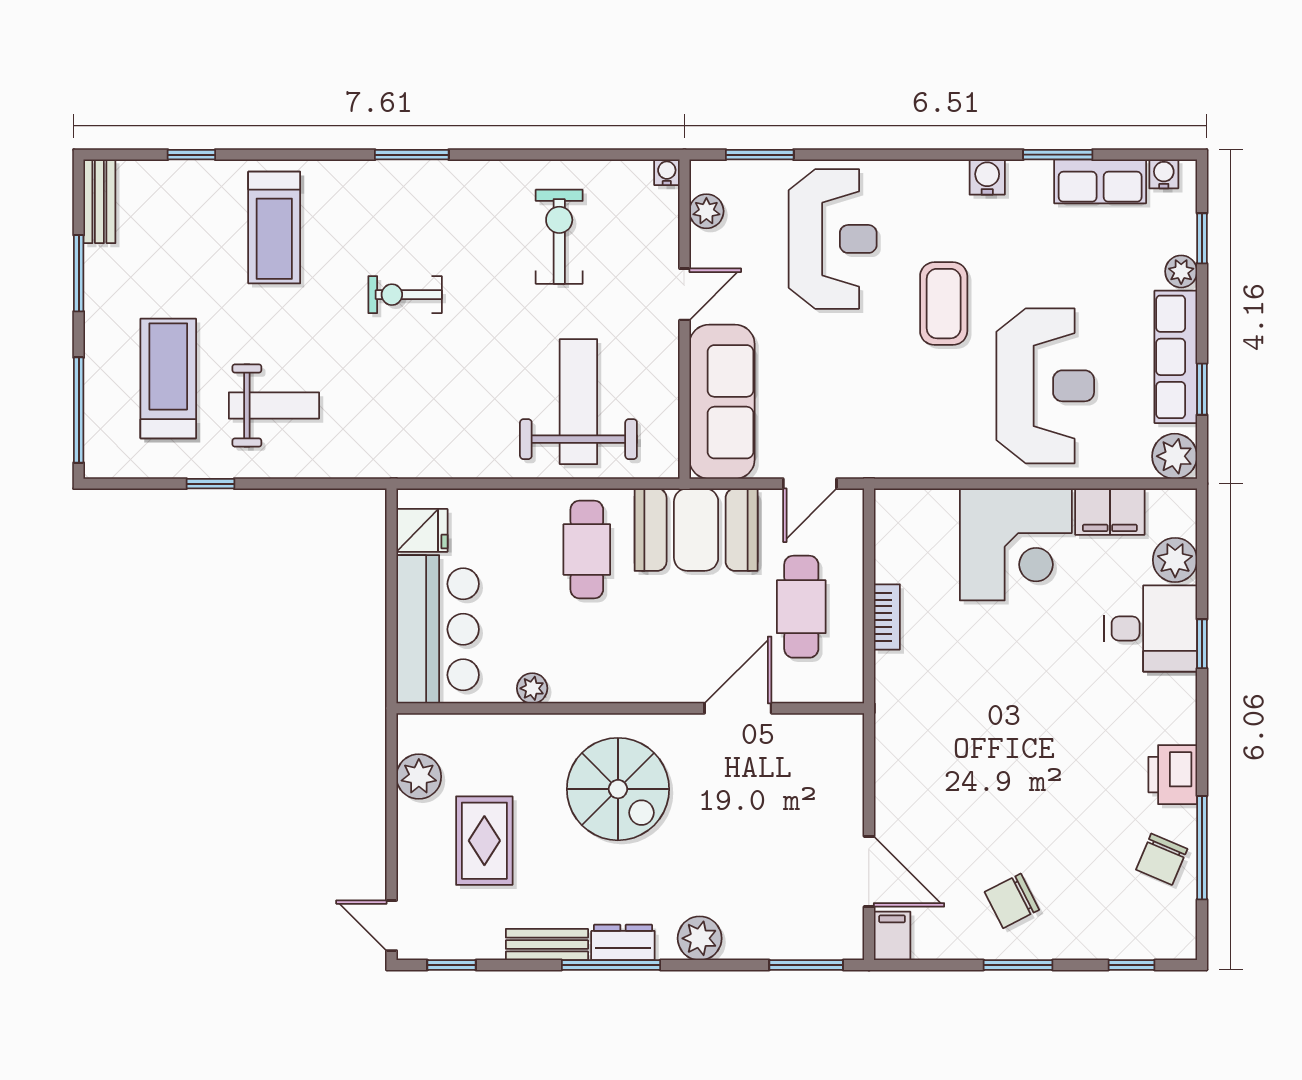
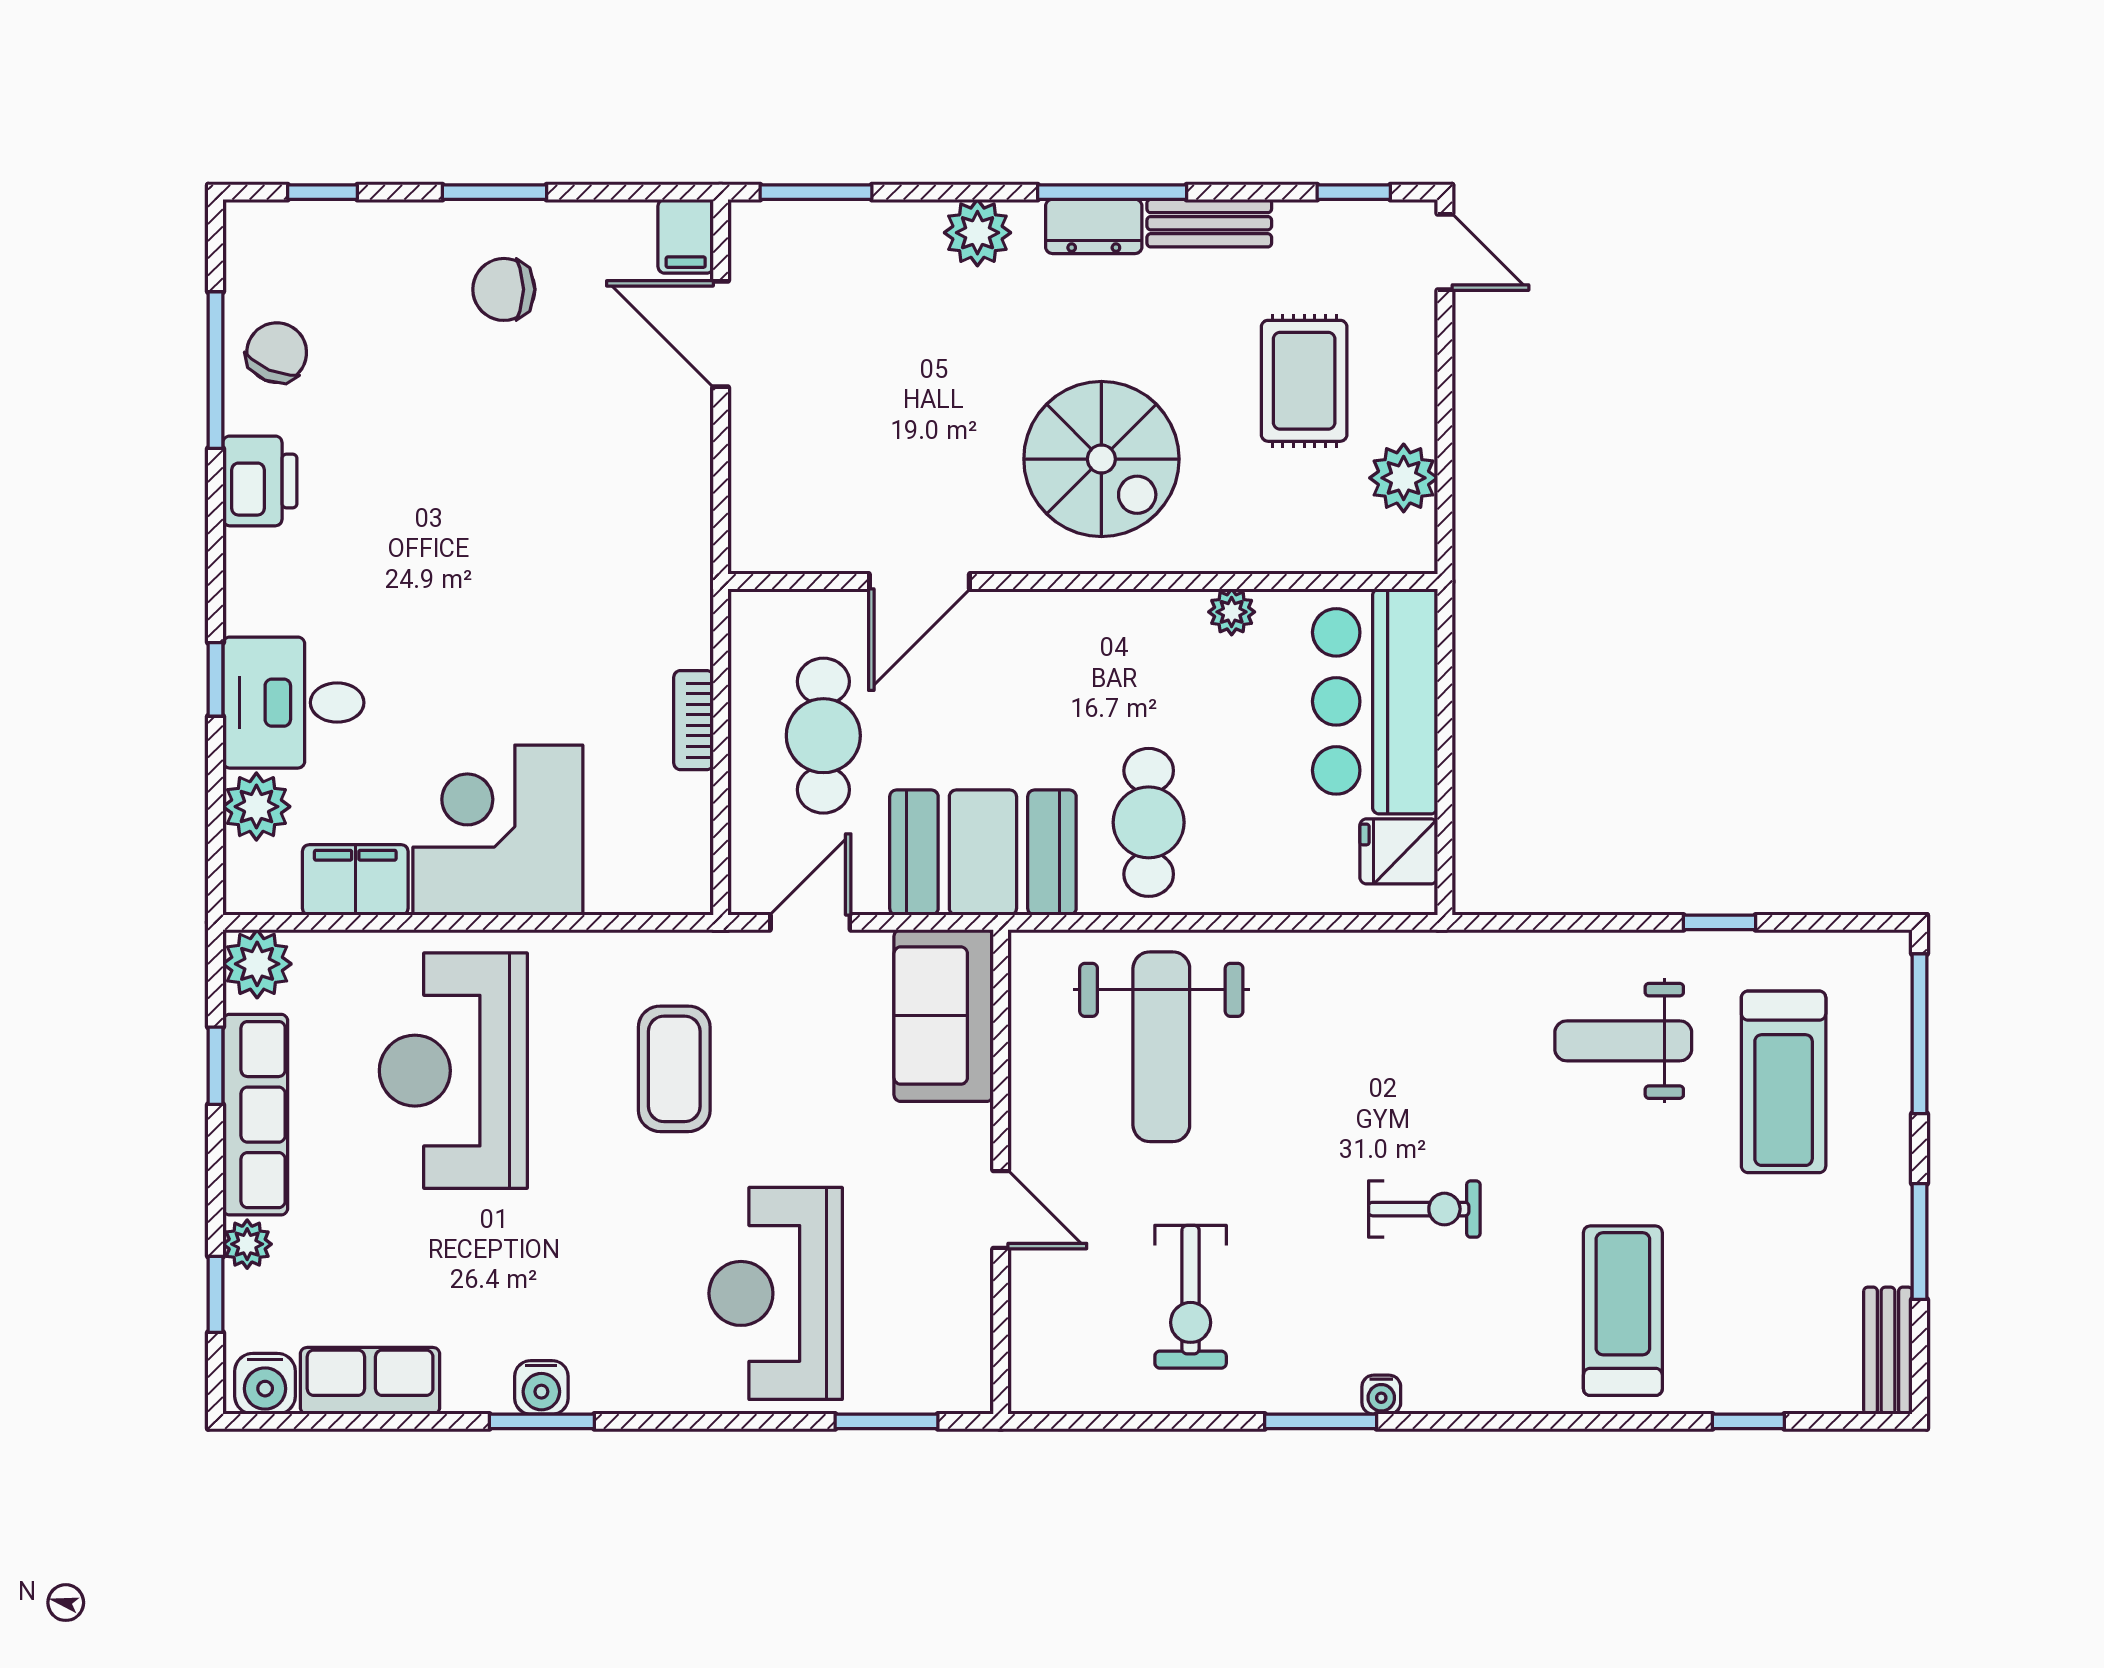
window: (412, 155) -> (1321, 1421), moved
window: (1058, 155) -> (542, 1421), moved
water cooler: (667, 172) -> (1381, 1395), moved
water cooler: (1164, 174) -> (265, 1384), width x1.38, depth x1.38
plant: (706, 211) -> (967, 1336), removed
door: (684, 294) -> (1001, 1209), swing flipped
coffee table: (944, 304) -> (674, 1069), moved
sofa: (722, 402) -> (944, 1016), width x0.73
spiral stairs: (618, 789) -> (1101, 459), turned 180
chair: (1012, 901) -> (504, 289), turned -153

